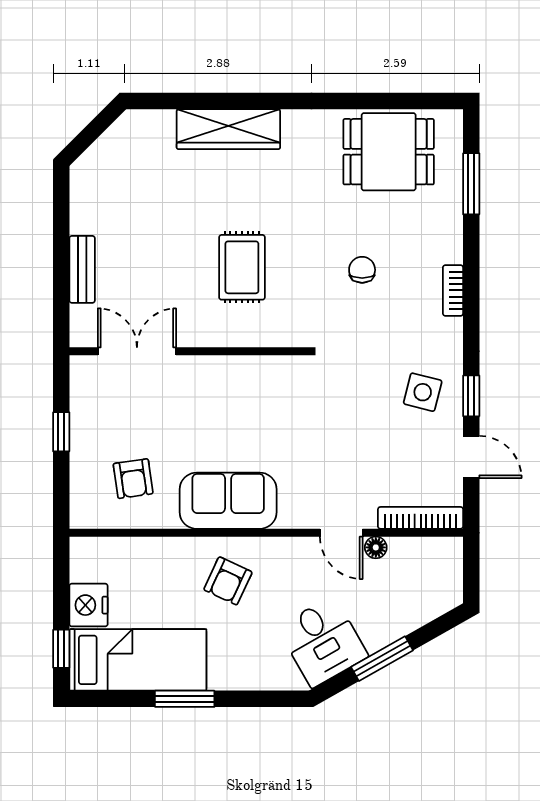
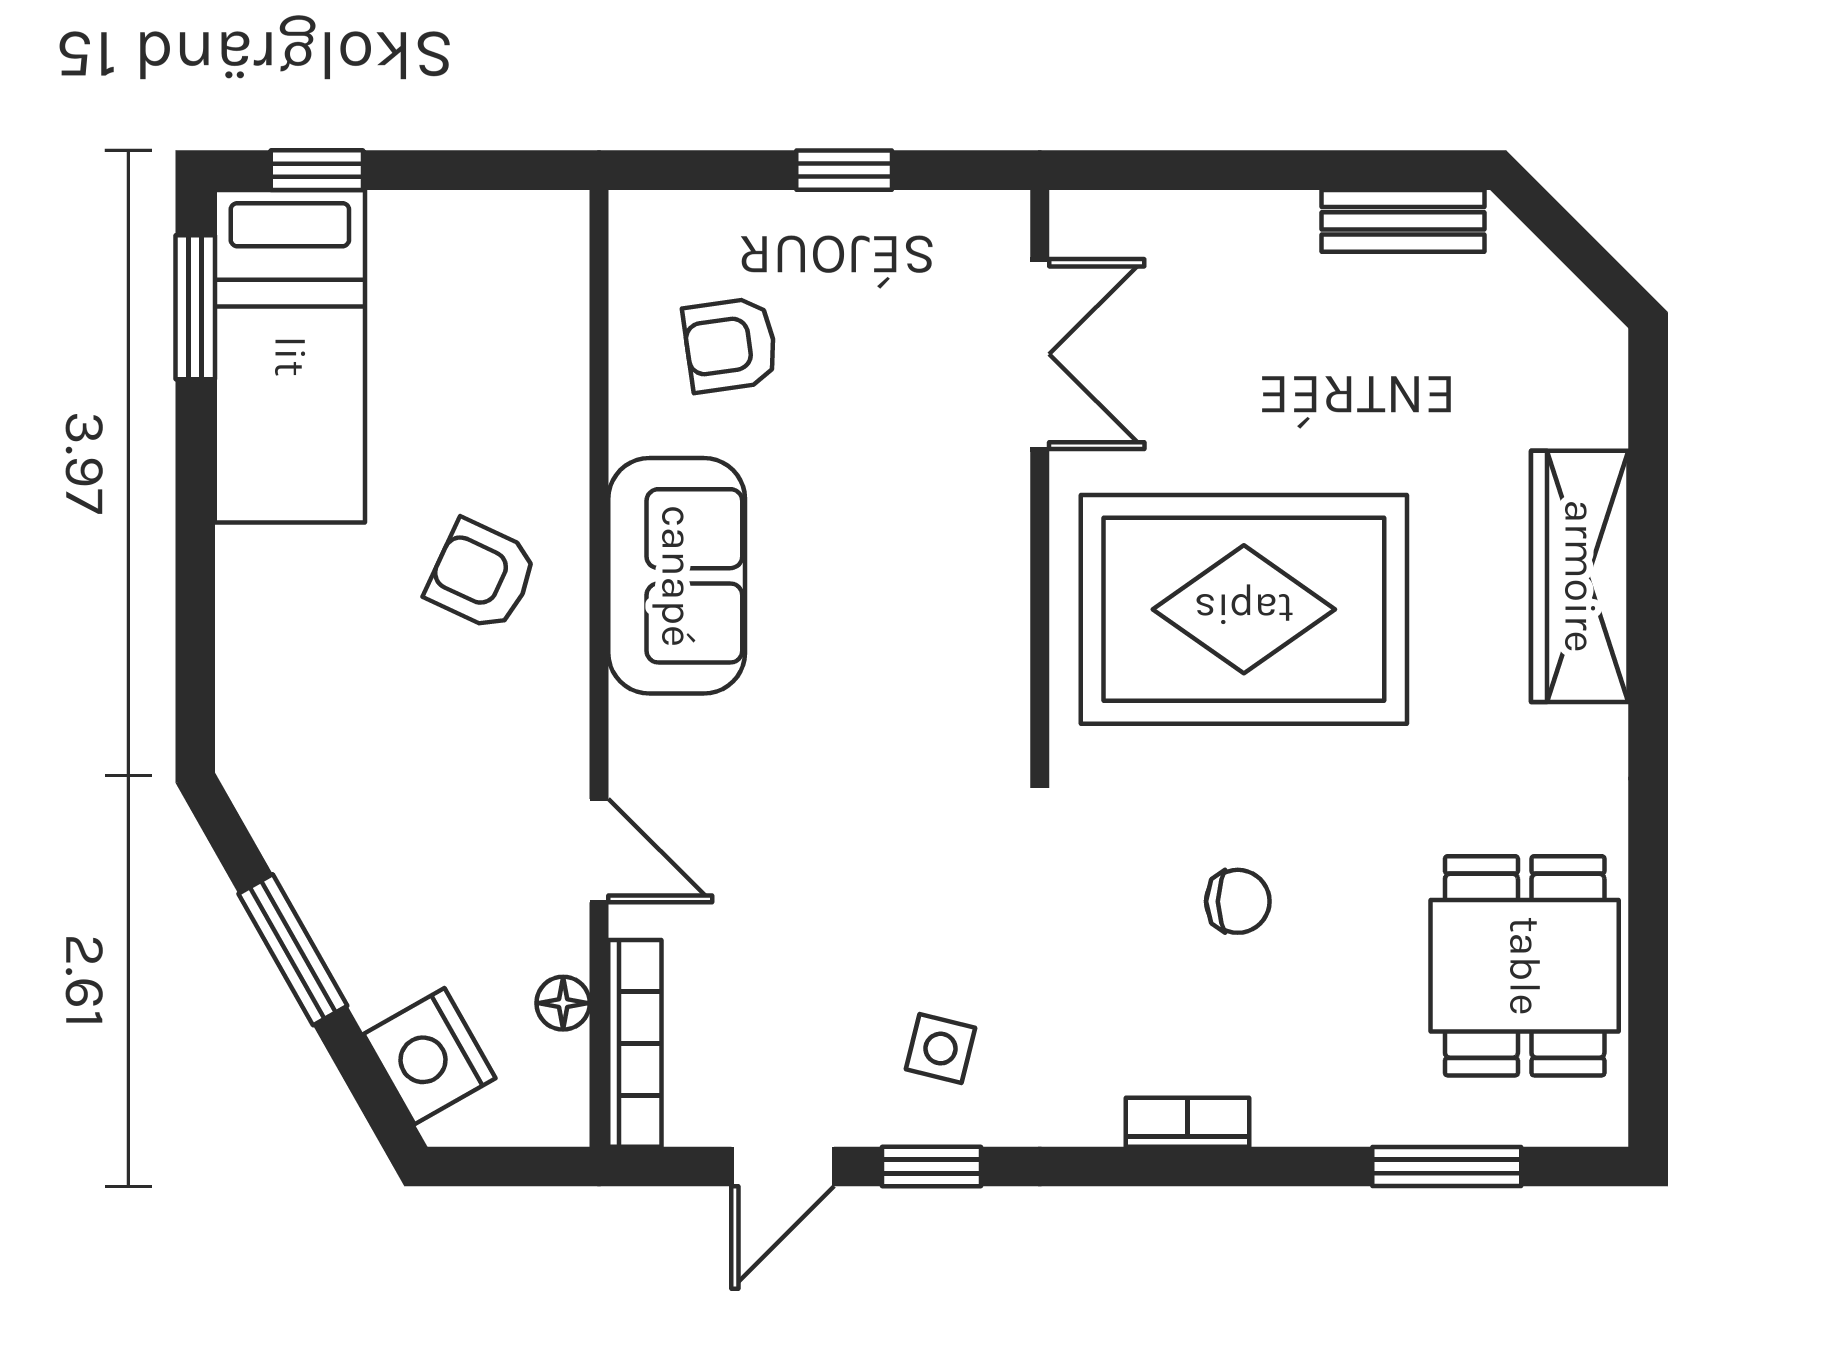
rug: (242, 267) -> (1244, 609), width x1.86, depth x2.06
bench: (82, 269) -> (1403, 221), moved
side table: (423, 392) -> (940, 1049), width x0.73, depth x0.73
door: (341, 533) -> (599, 851), swing flipped
floor lamp: (376, 547) -> (563, 1003), moved
nightstand: (88, 605) -> (429, 1056), moved, turned -120
desk: (323, 642) -> (334, 806), removed
window: (185, 699) -> (195, 307), moved

